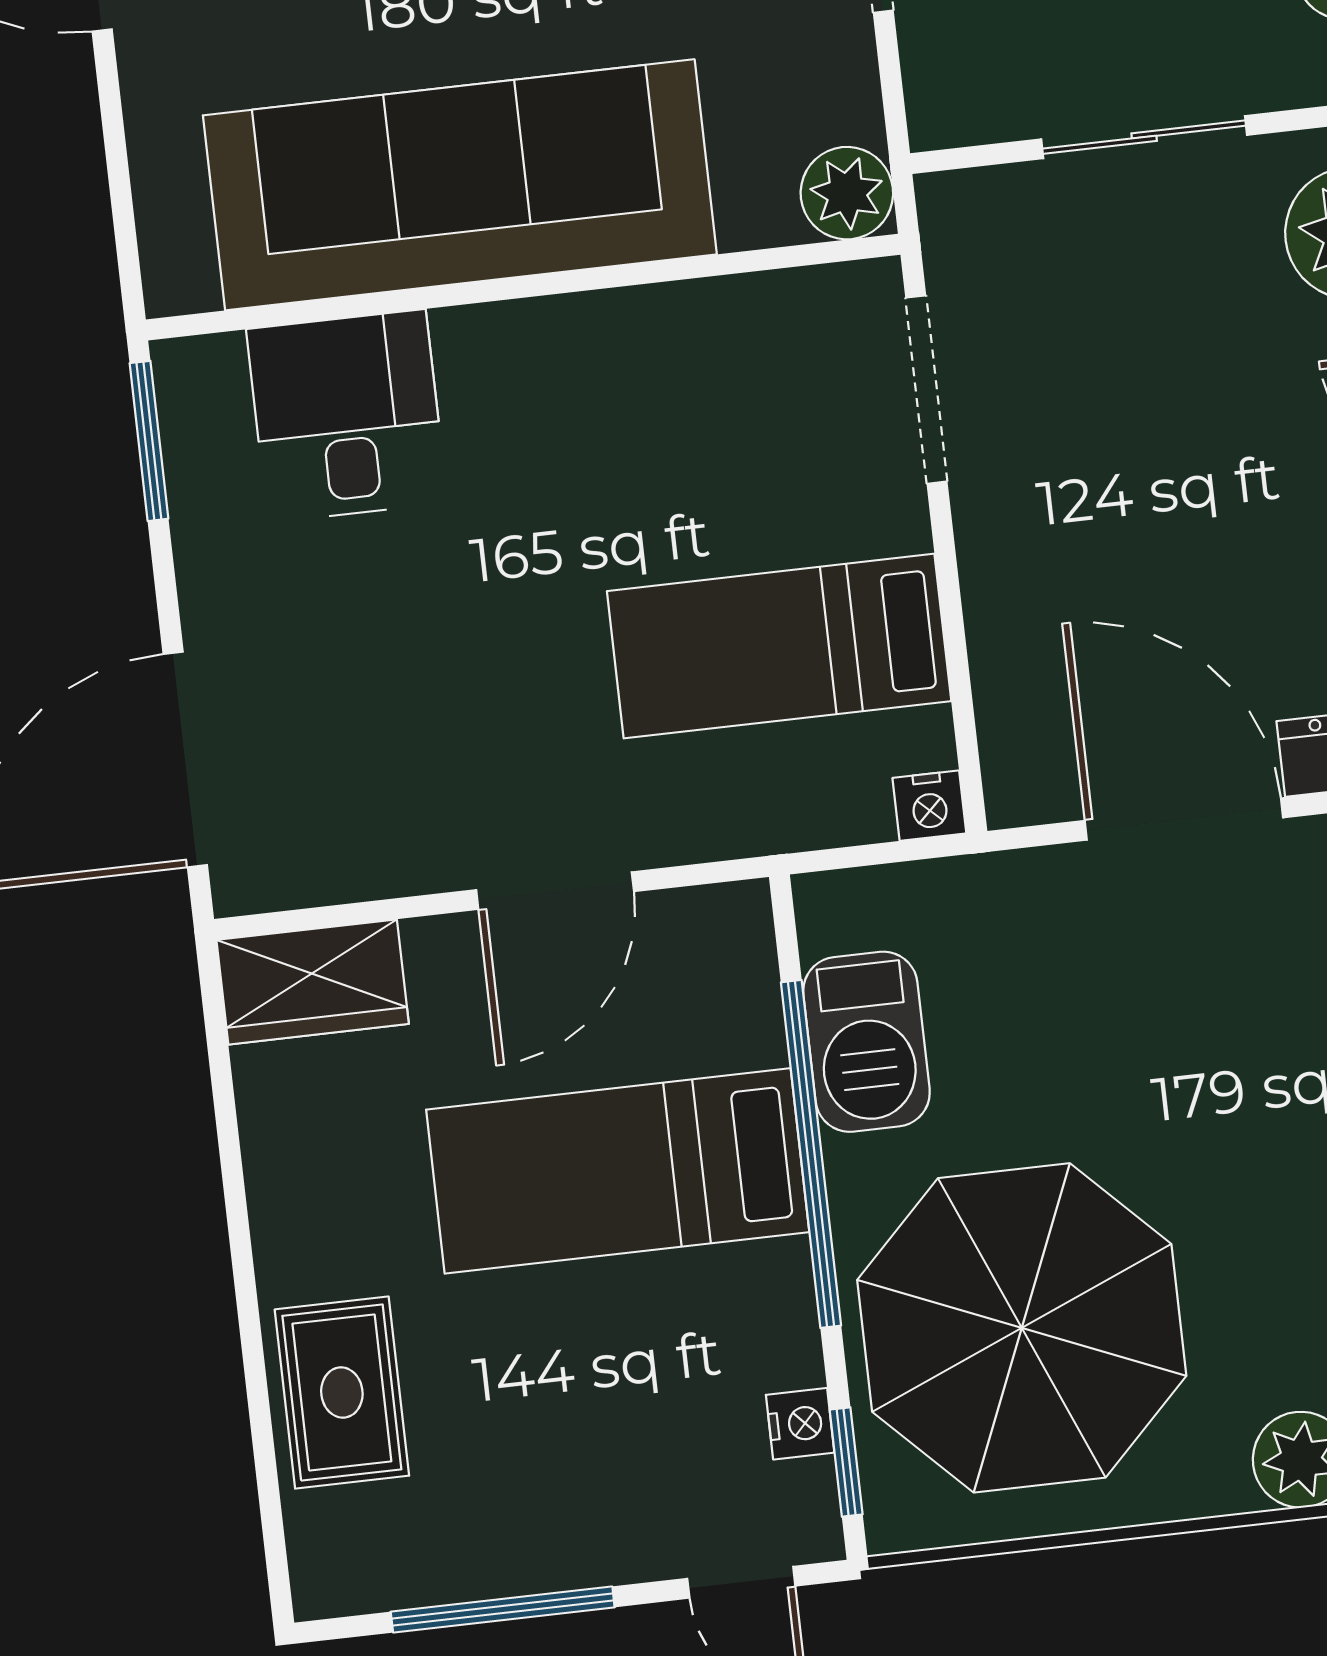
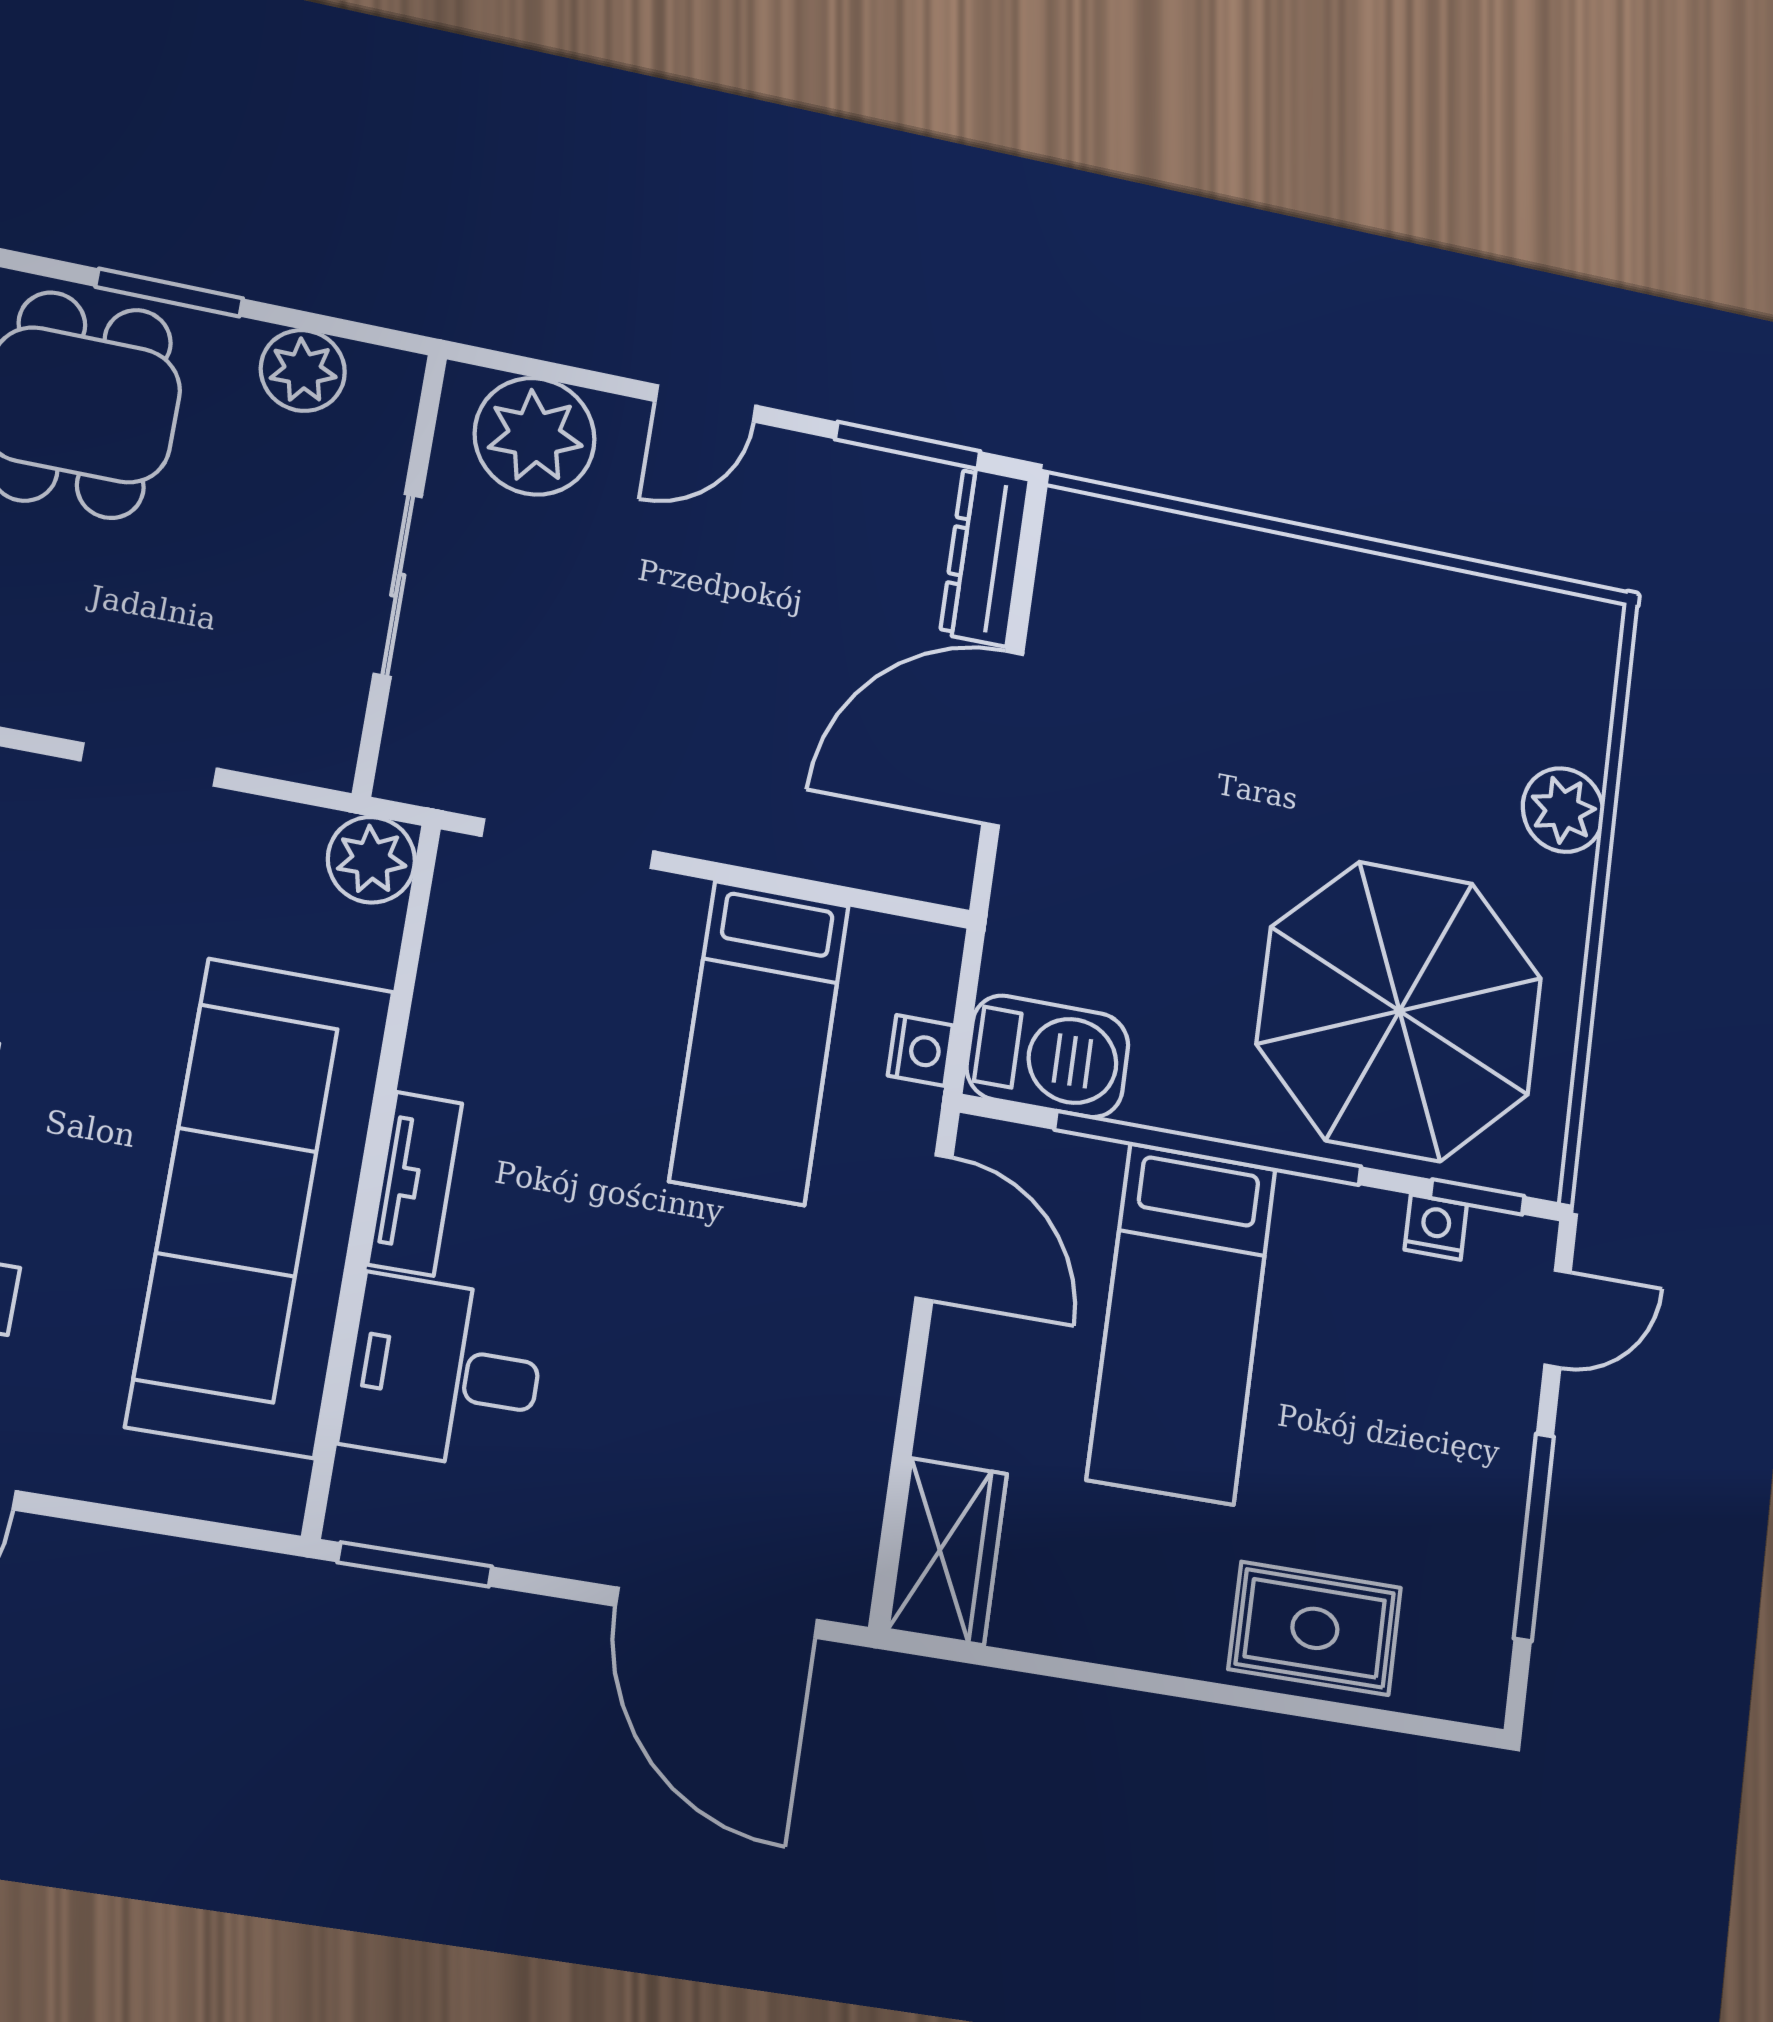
tv unit: (528, 332) -> (415, 1184), added
nightstand: (929, 806) -> (920, 1050), moved
door: (555, 891) -> (934, 1228), moved
barbecue: (866, 1042) -> (1048, 1056), moved

